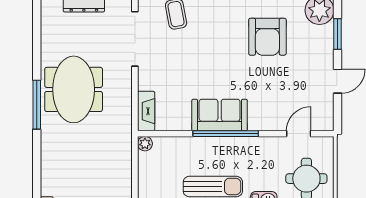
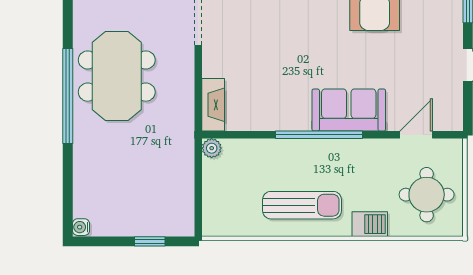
window: (37, 105) -> (68, 96), width x1.46
sofa: (220, 115) -> (349, 110), moved

